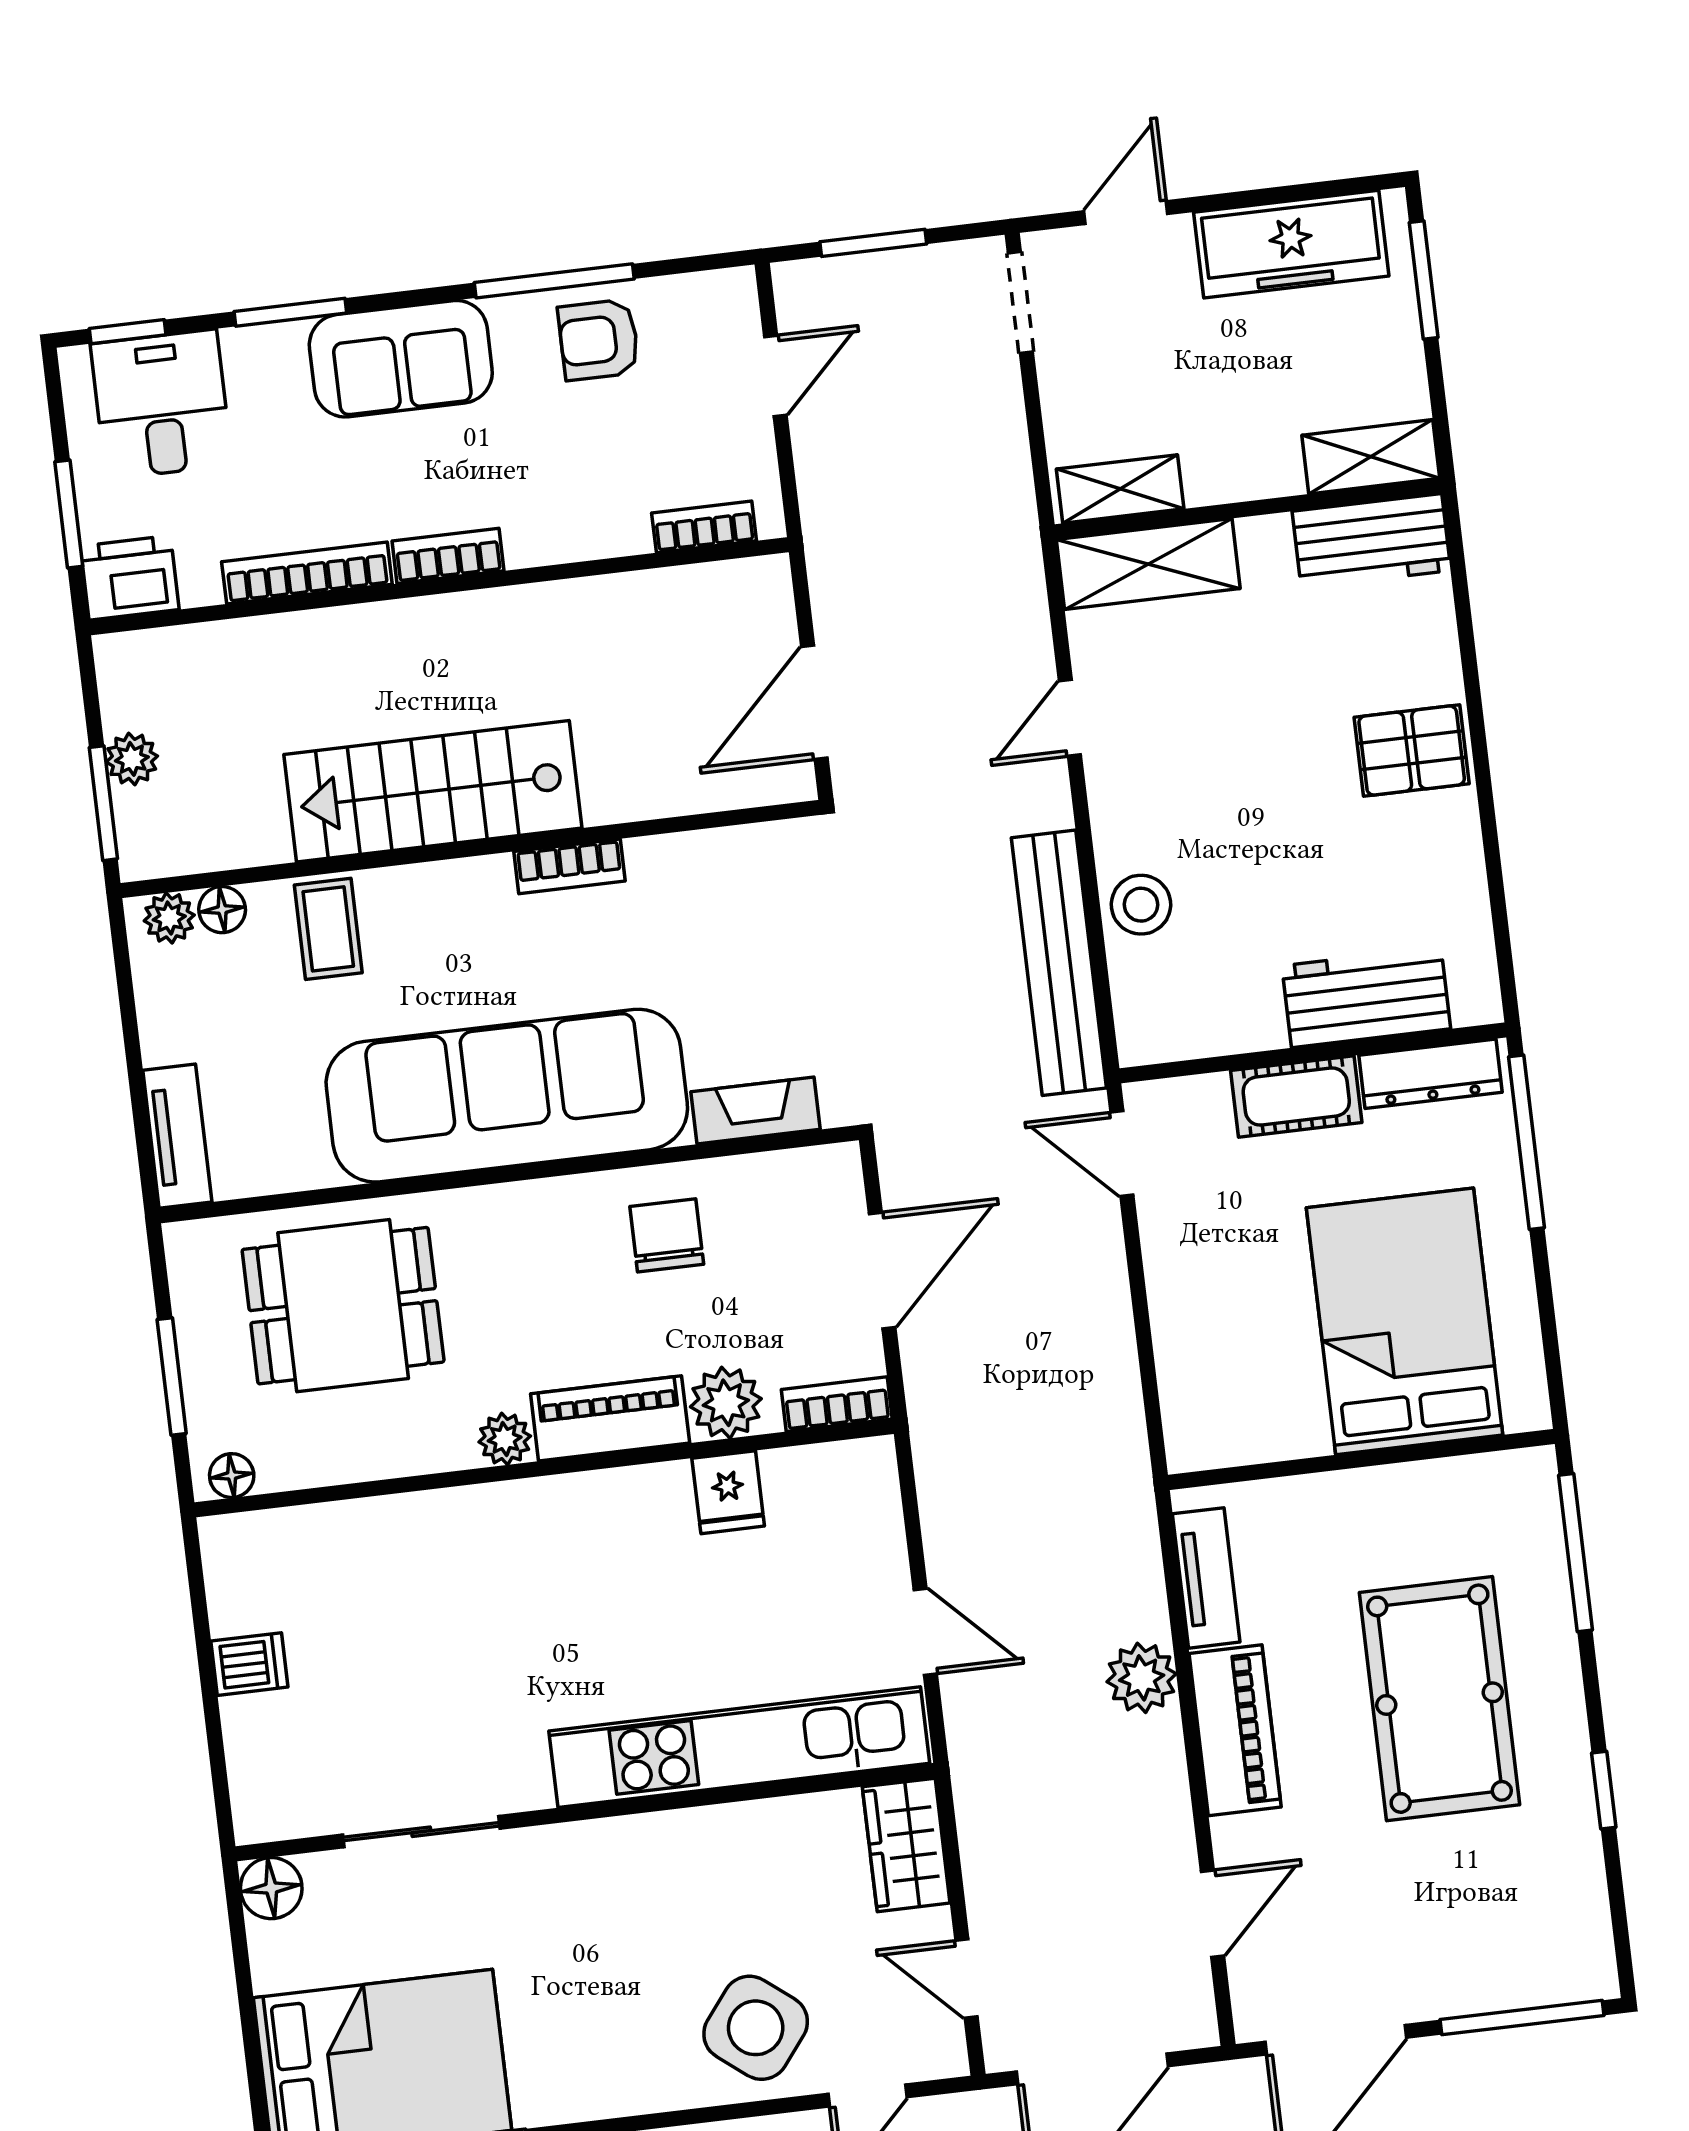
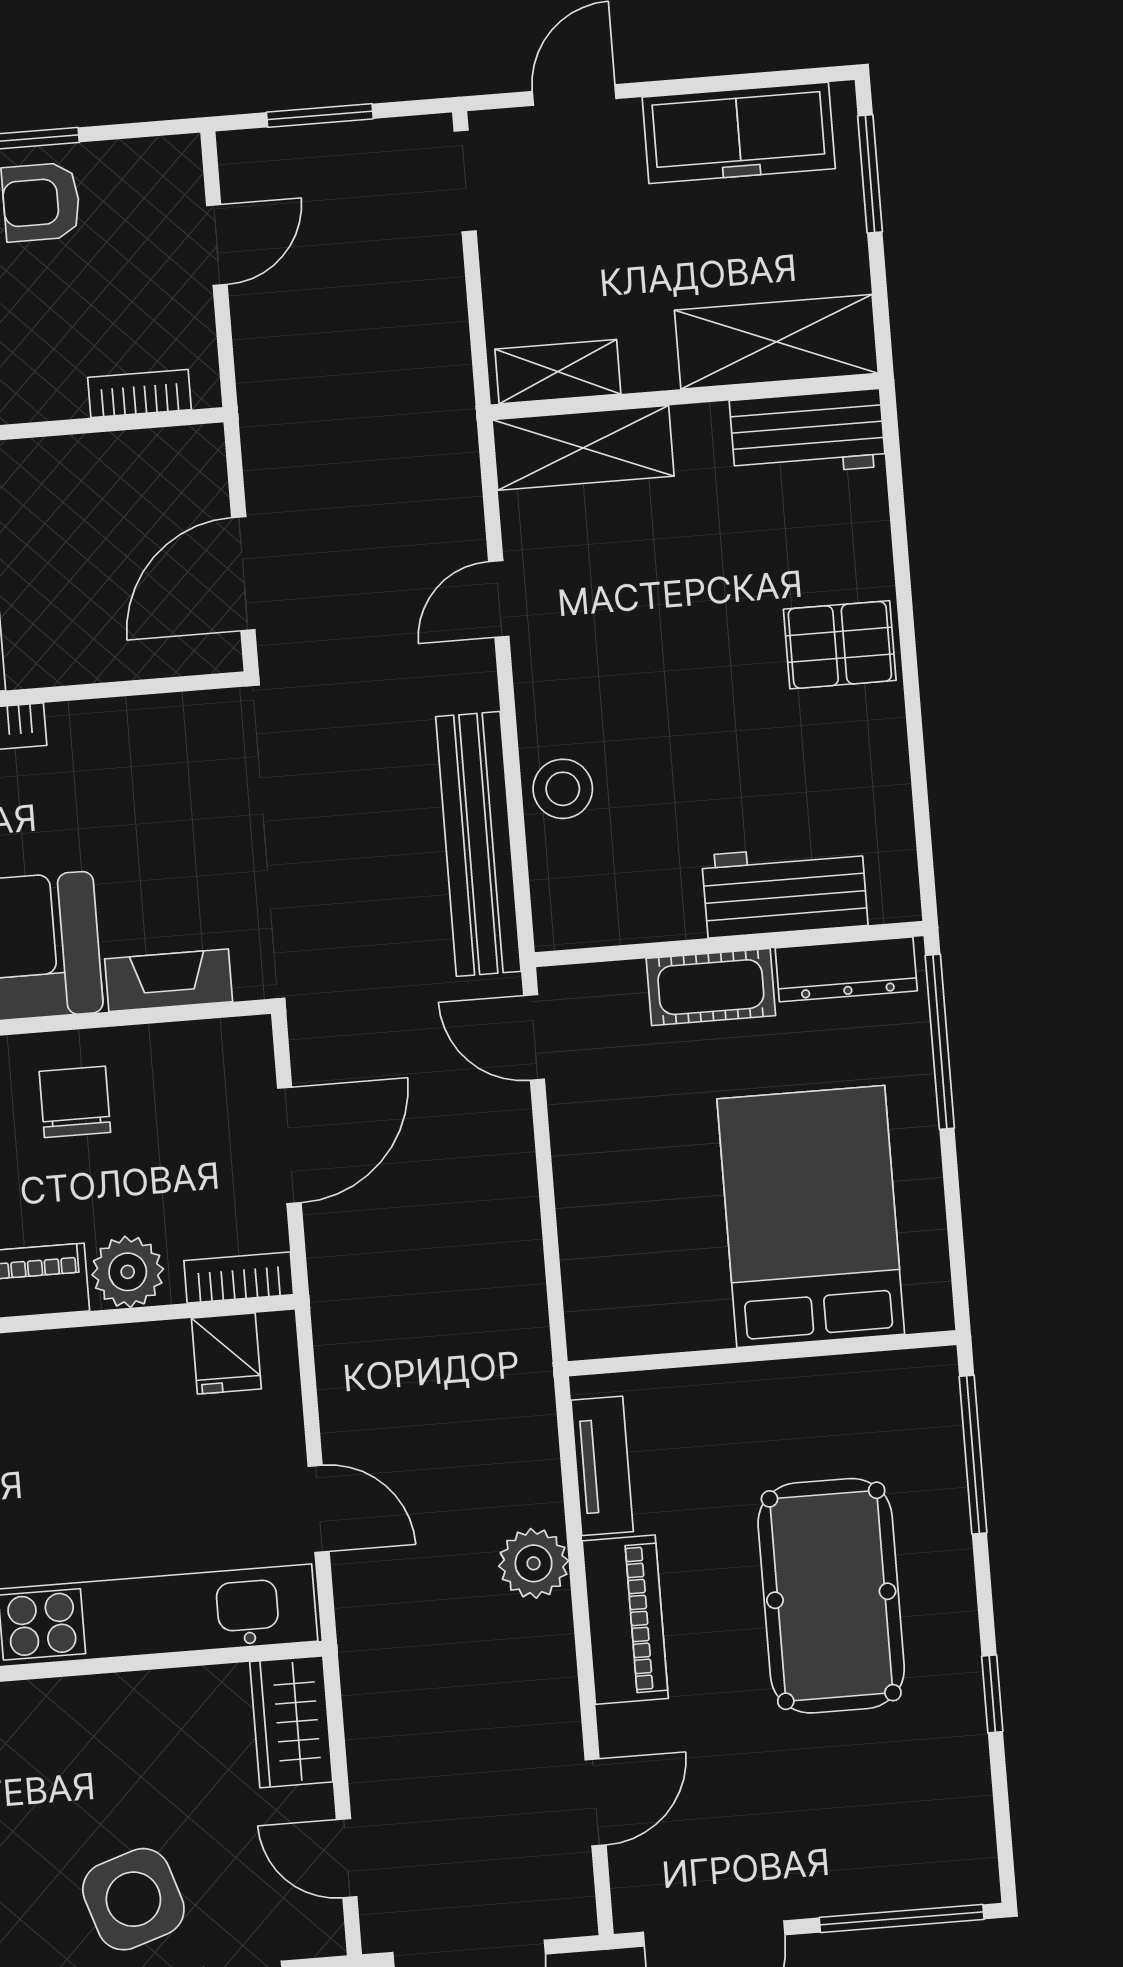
shelving: (1371, 457) -> (776, 342), width x1.50, depth x1.33
fridge: (728, 1492) -> (226, 1354), moved
side table: (756, 2028) -> (133, 1899), turned 34

